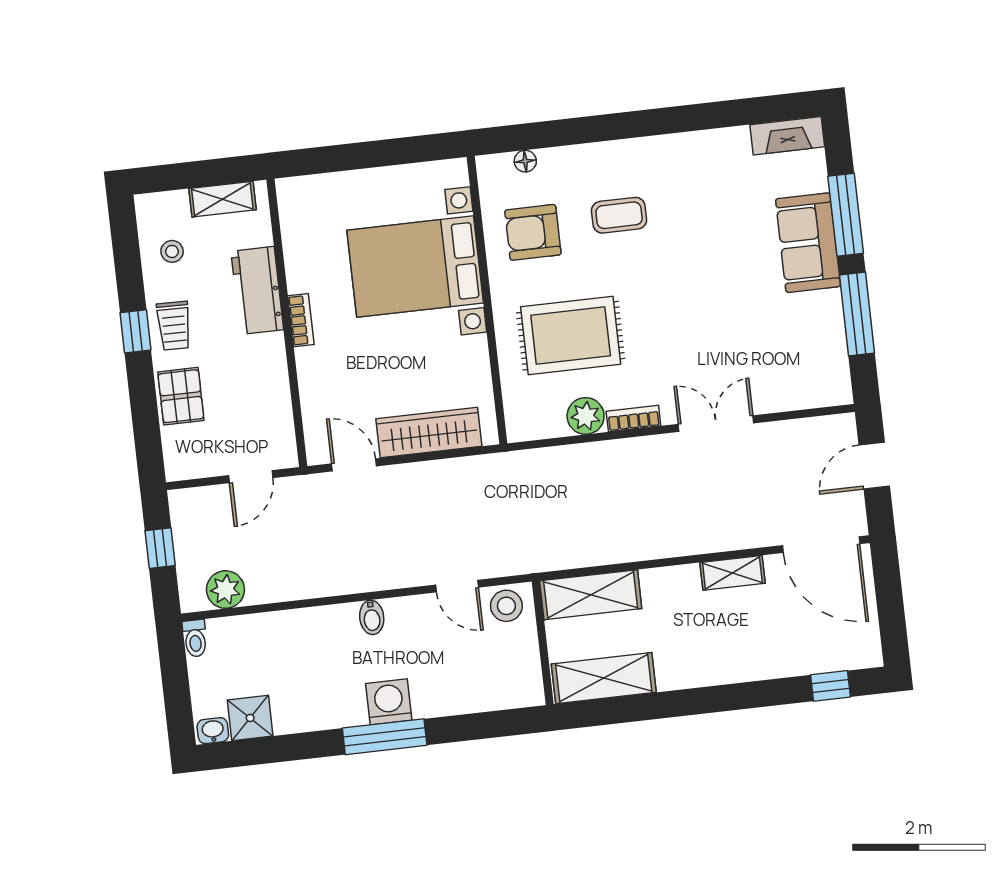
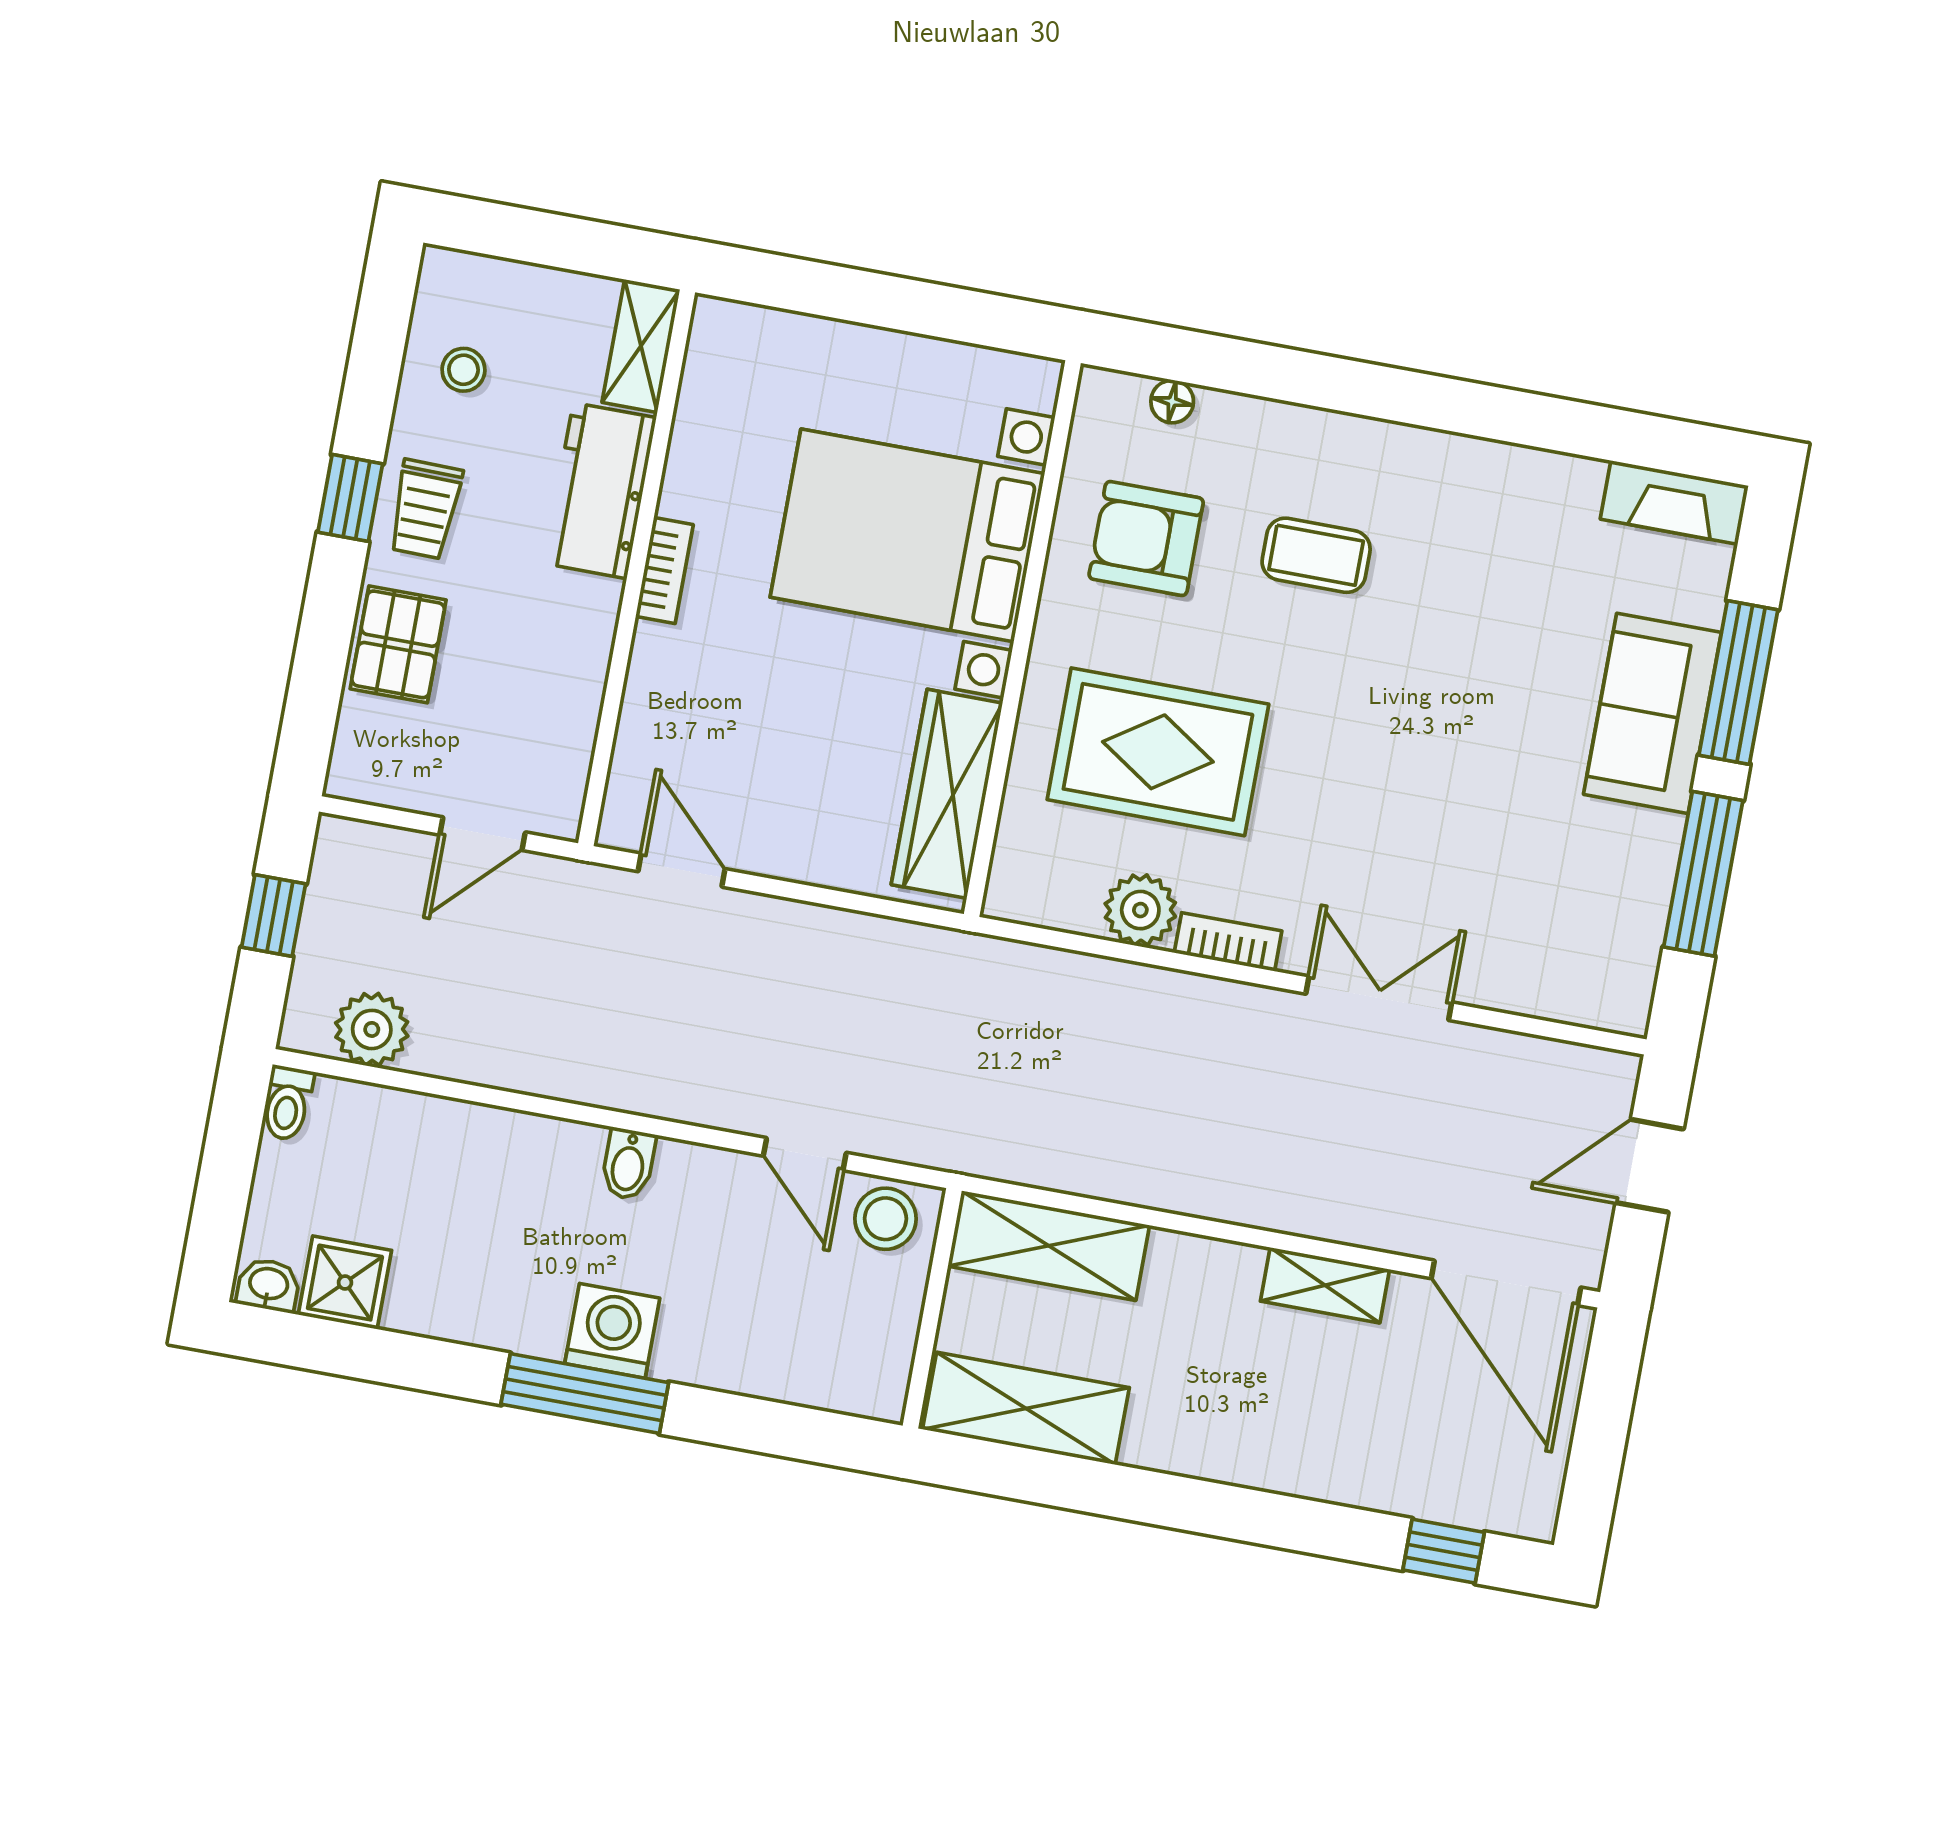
shelving: (222, 199) -> (641, 346), moved, turned 90
wardrobe: (429, 433) -> (947, 794), moved, turned -90

